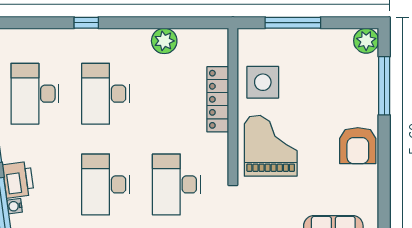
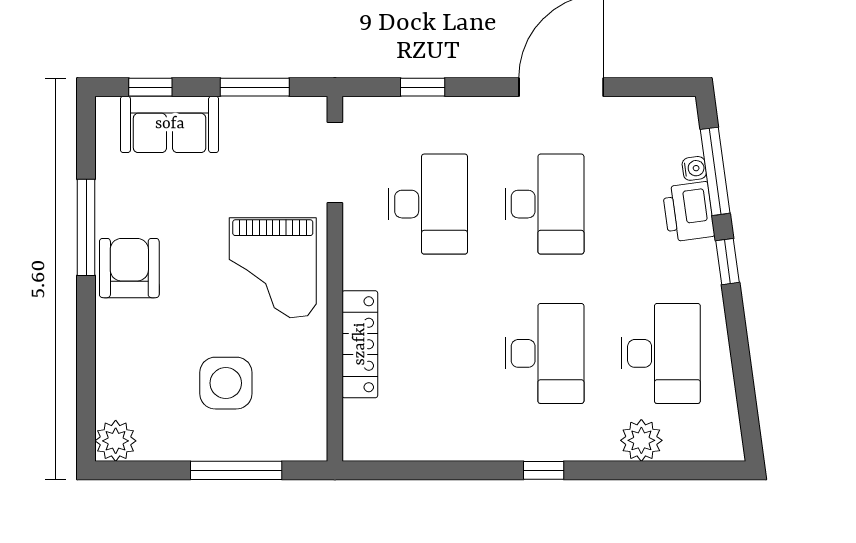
window: (86, 23) -> (544, 470), moved
plant: (164, 41) -> (641, 440), moved
side table: (263, 82) -> (226, 383), moved
window: (384, 86) -> (86, 227), moved

